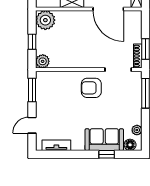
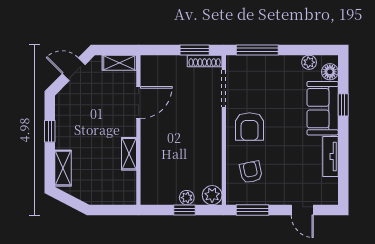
door: (108, 9) -> (138, 102), width x0.73
plant: (45, 20) -> (187, 198), moved, width x0.53, depth x0.53
armchair: (59, 89) -> (251, 172), added
tv unit: (56, 145) -> (330, 156), moved

